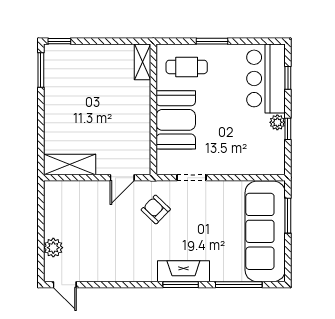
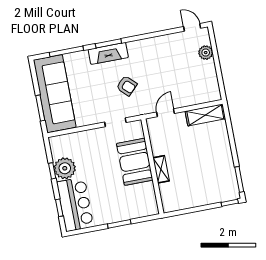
shelving: (142, 62) -> (161, 169), moved
cafe table: (187, 67) -> (134, 202), removed
plant: (277, 122) -> (65, 168), width x1.87, depth x1.87
armchair: (156, 209) -> (127, 86), moved

